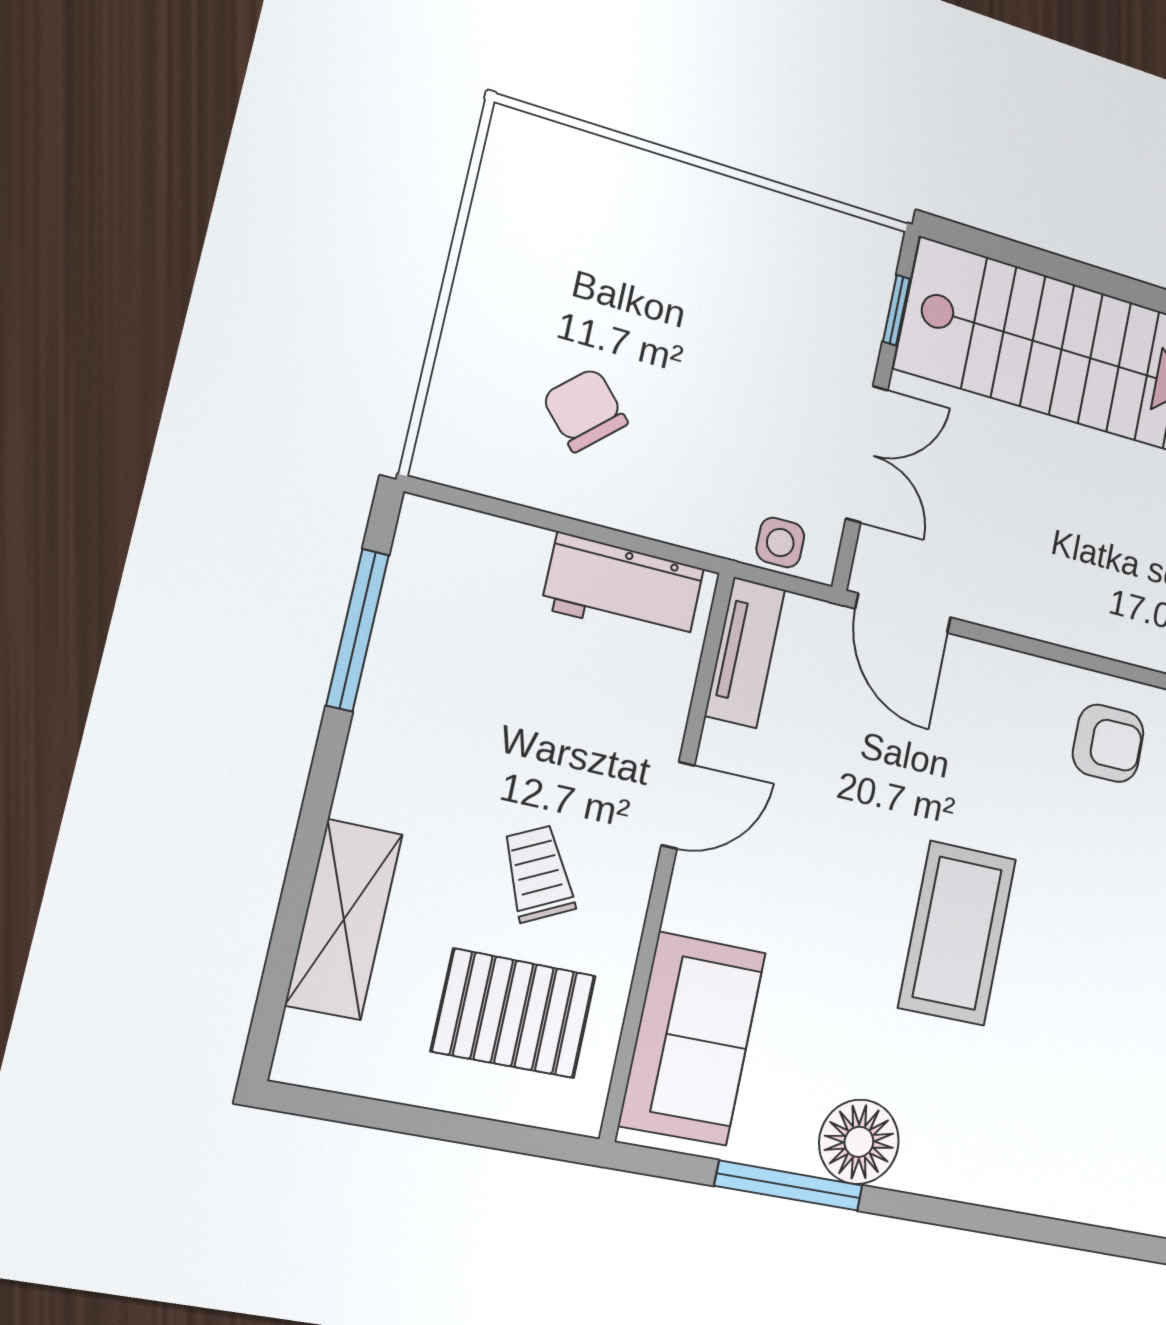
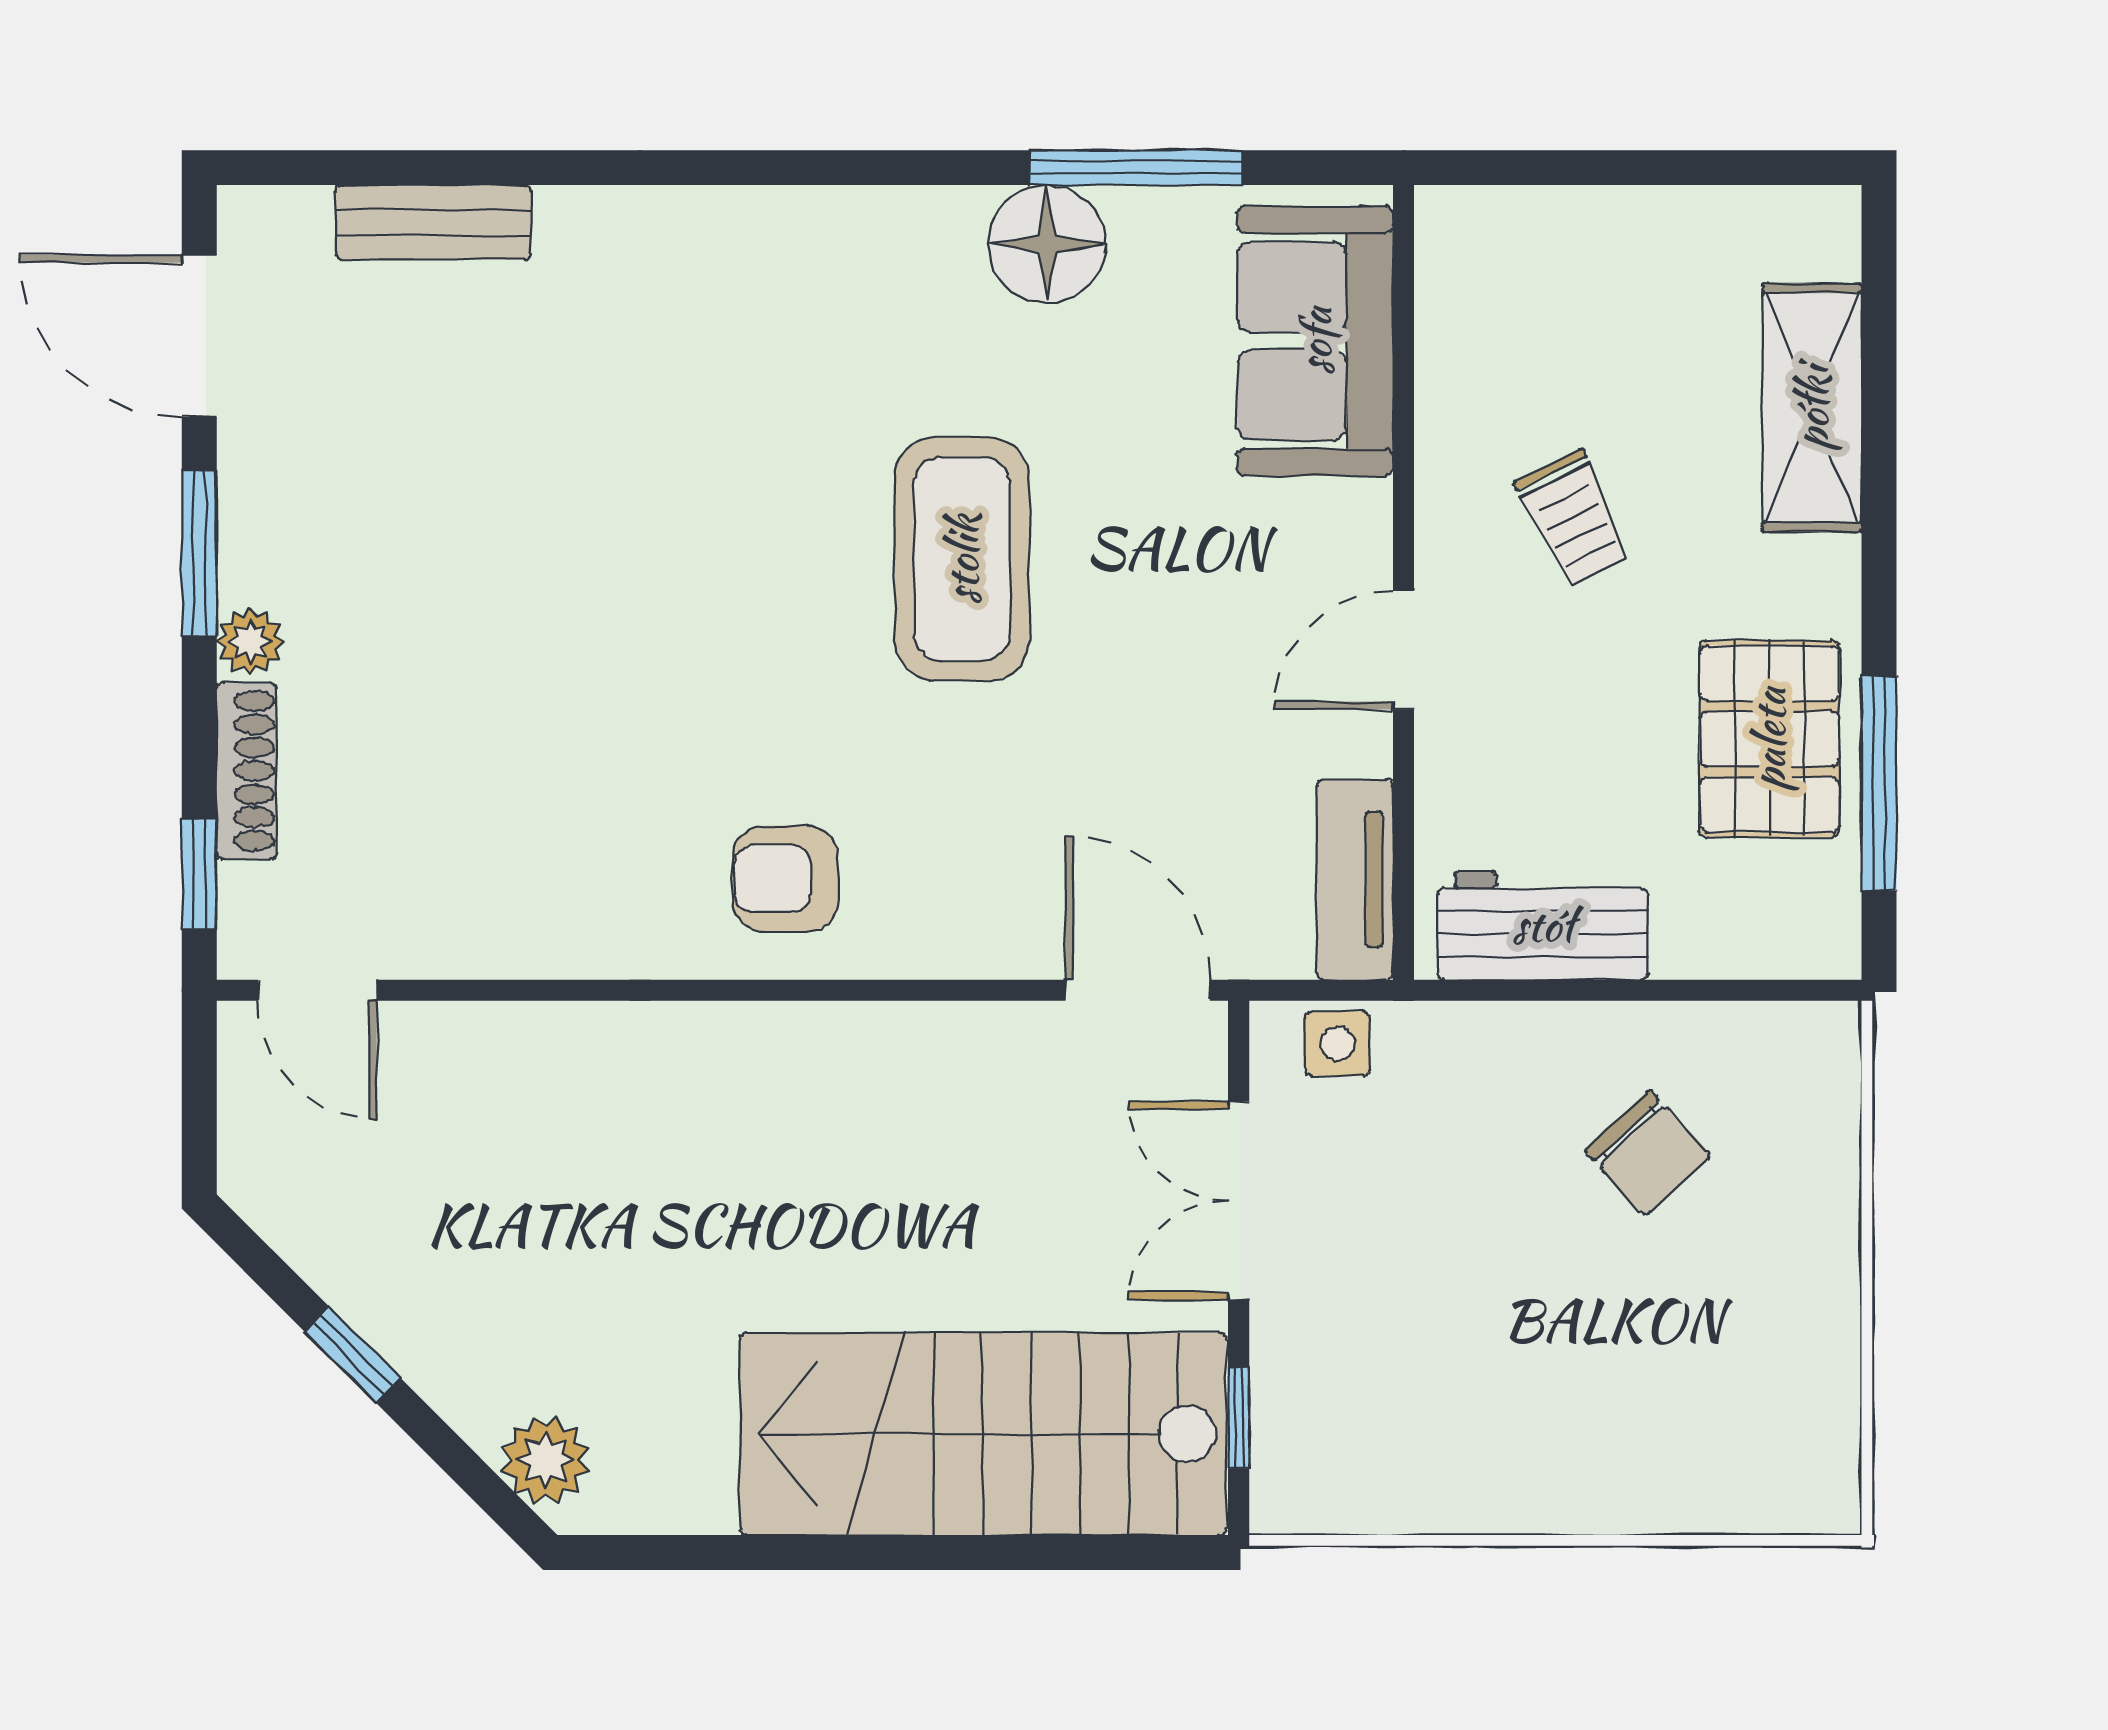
pallet: (514, 1013) -> (1769, 739), moved, turned 90

